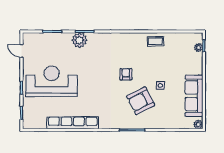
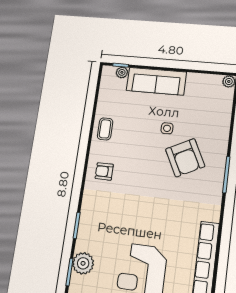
plant: (79, 40) -> (83, 263), moved
armchair: (126, 74) -> (104, 171), moved
sofa: (194, 96) -> (156, 81), moved

